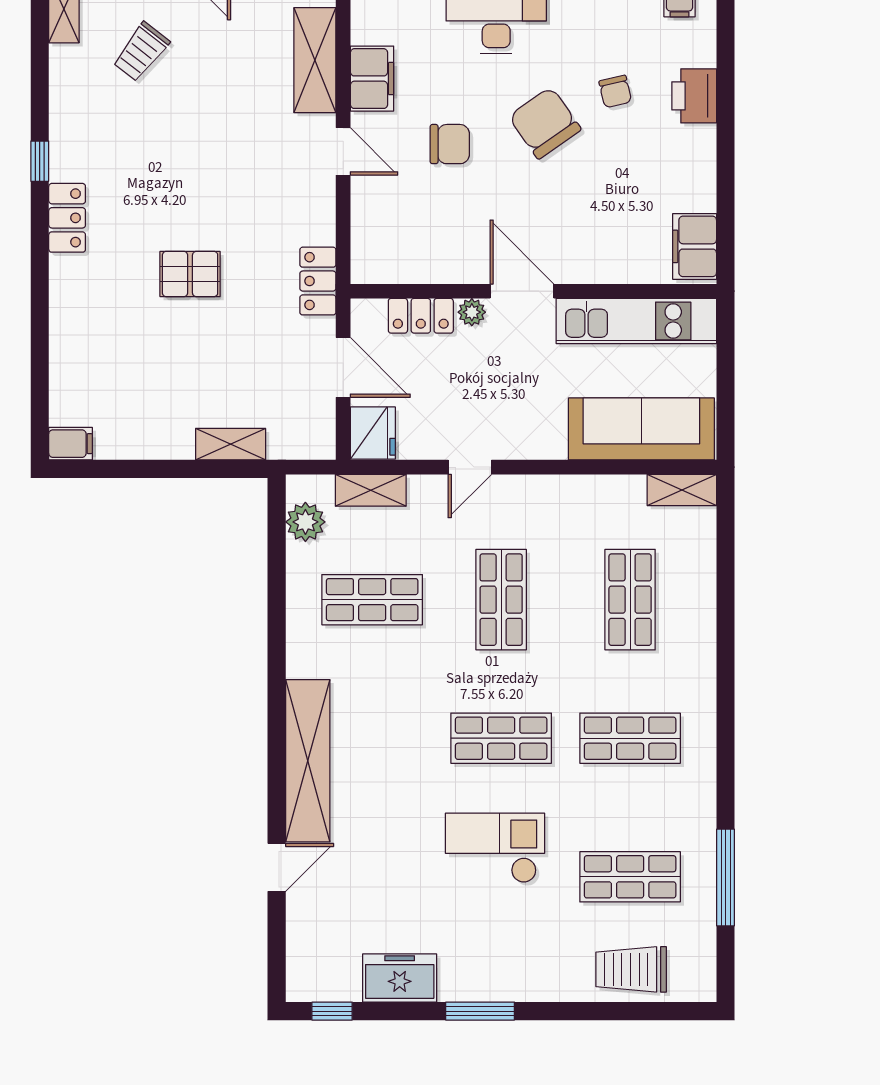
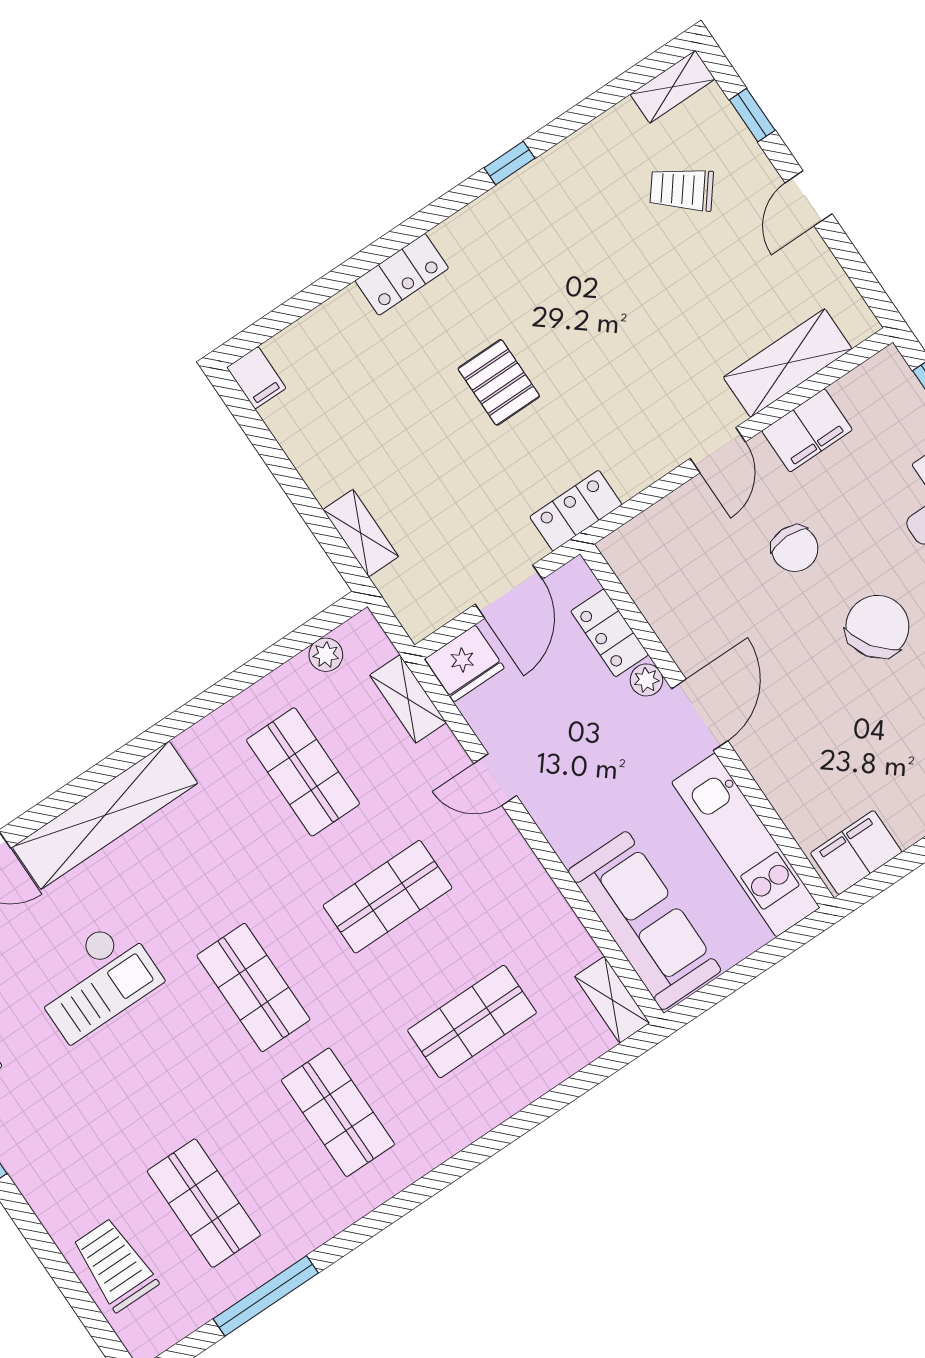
locker: (67, 218) -> (402, 274), moved
plant: (305, 522) -> (326, 655), width x0.73, depth x0.73
checkout: (495, 848) -> (95, 980), moved, turned 90

